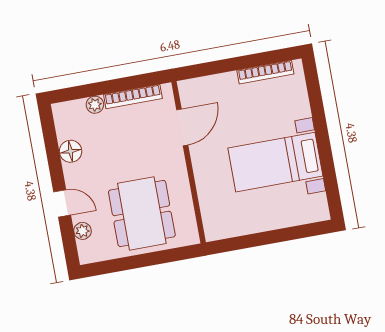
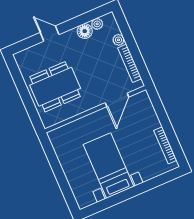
door: (182, 127) -> (117, 100), hinge flipped
door: (62, 203) -> (50, 34), swing flipped
plant: (82, 231) -> (97, 24), moved

